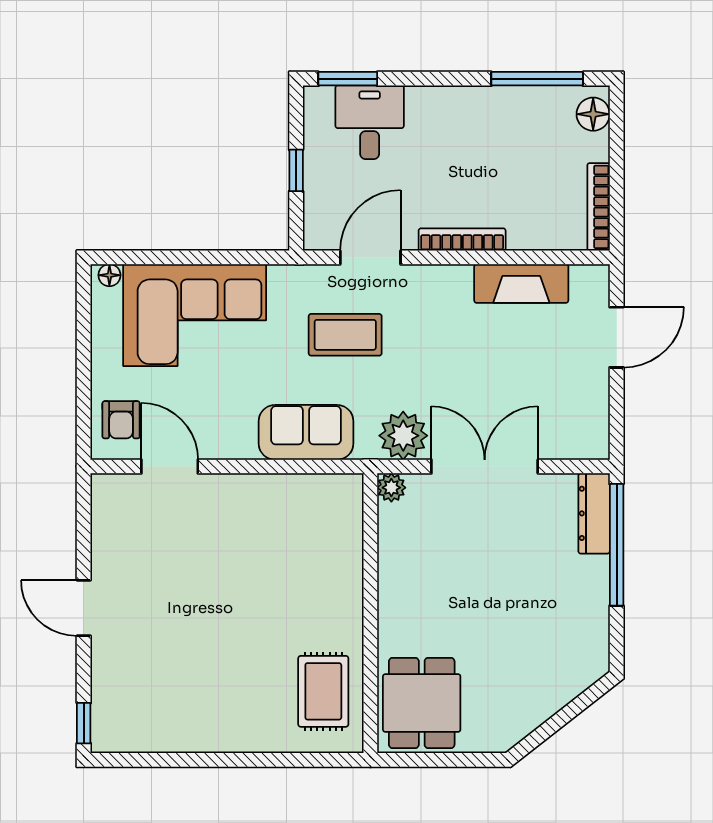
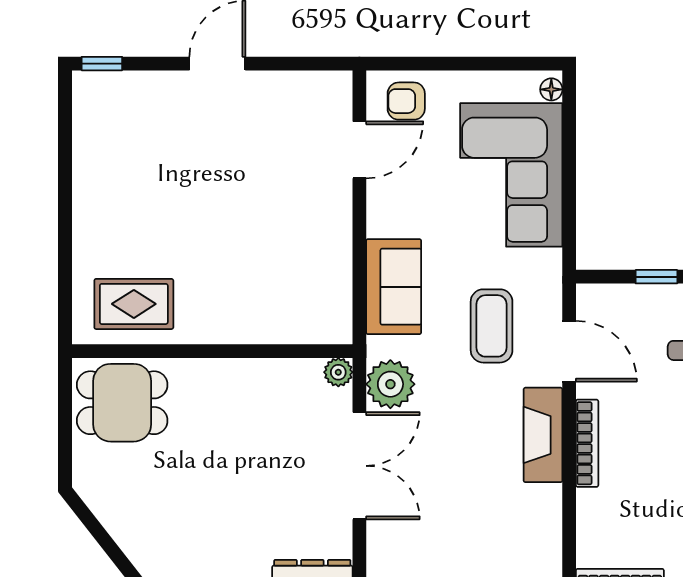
fireplace: (521, 283) -> (543, 435), moved

